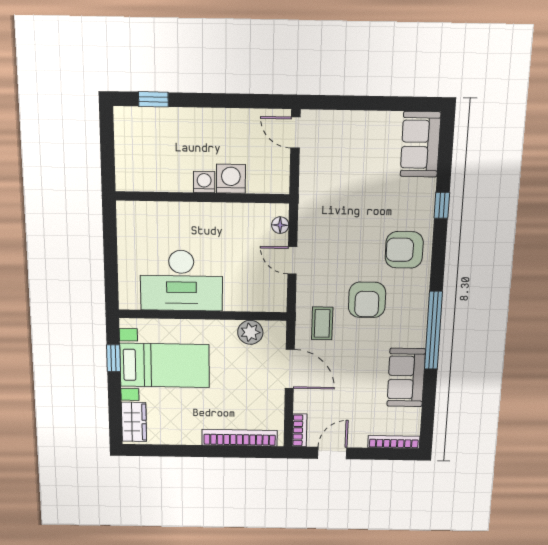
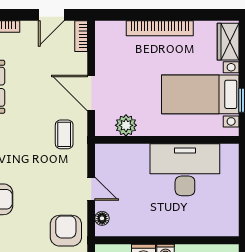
armchair: (367, 300) -> (66, 231), moved
bookcase: (240, 438) -> (160, 28), moved

